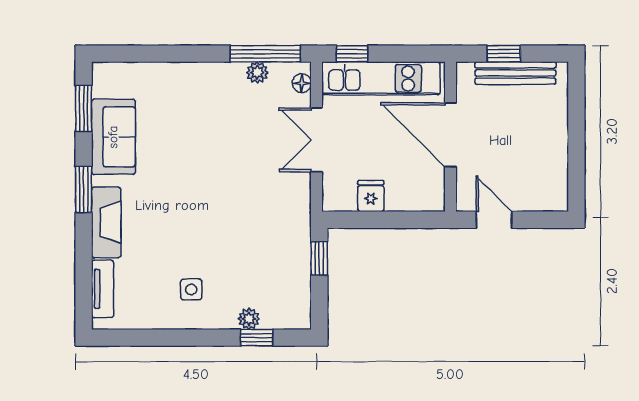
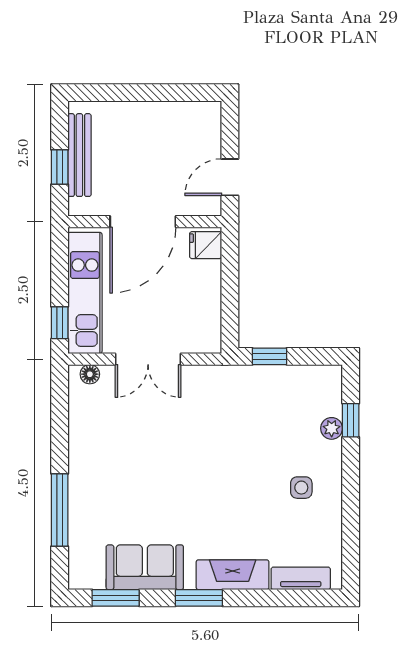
window: (265, 54) -> (60, 510), moved
plant: (257, 72) -> (79, 420), removed
fridge: (371, 196) -> (206, 245), moved

